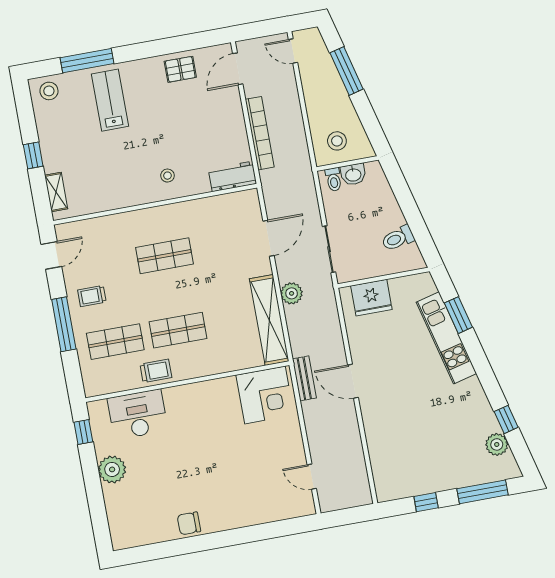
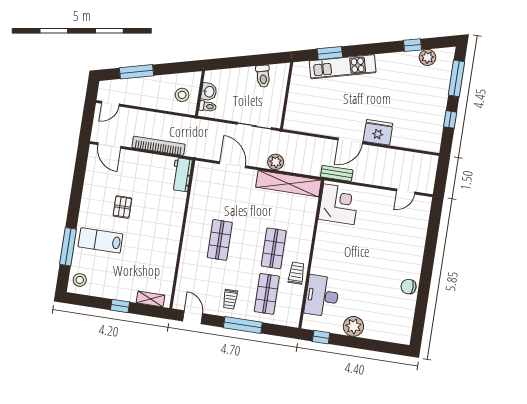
pallet: (180, 69) -> (122, 207), moved
stool: (167, 176) -> (166, 219), removed
fridge: (371, 298) -> (378, 132), moved, turned -90
chair: (189, 523) -> (409, 287), turned 90

